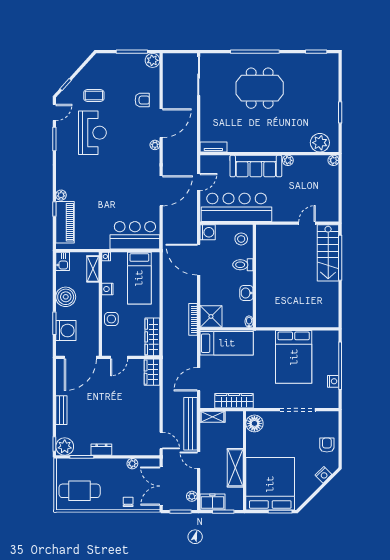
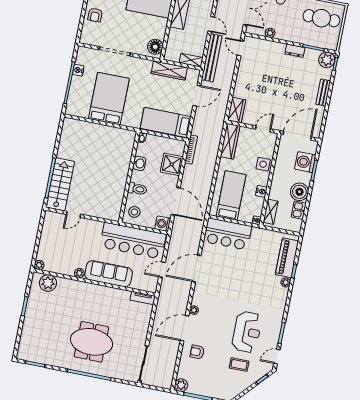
reception desk: (92, 133) -> (247, 332), turned 180
kitchen sink: (63, 261) -> (299, 210), moved
shower: (211, 316) -> (172, 164), moved

